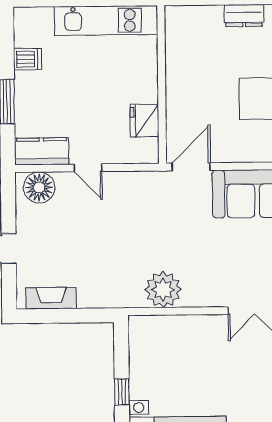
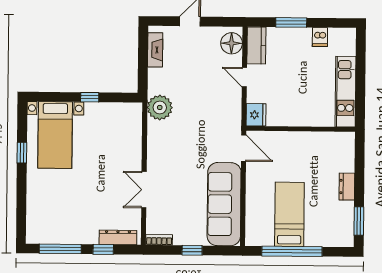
fridge: (144, 121) -> (256, 115), moved, turned 90
door: (88, 168) -> (244, 77), hinge flipped
plant: (163, 290) -> (160, 107), moved

